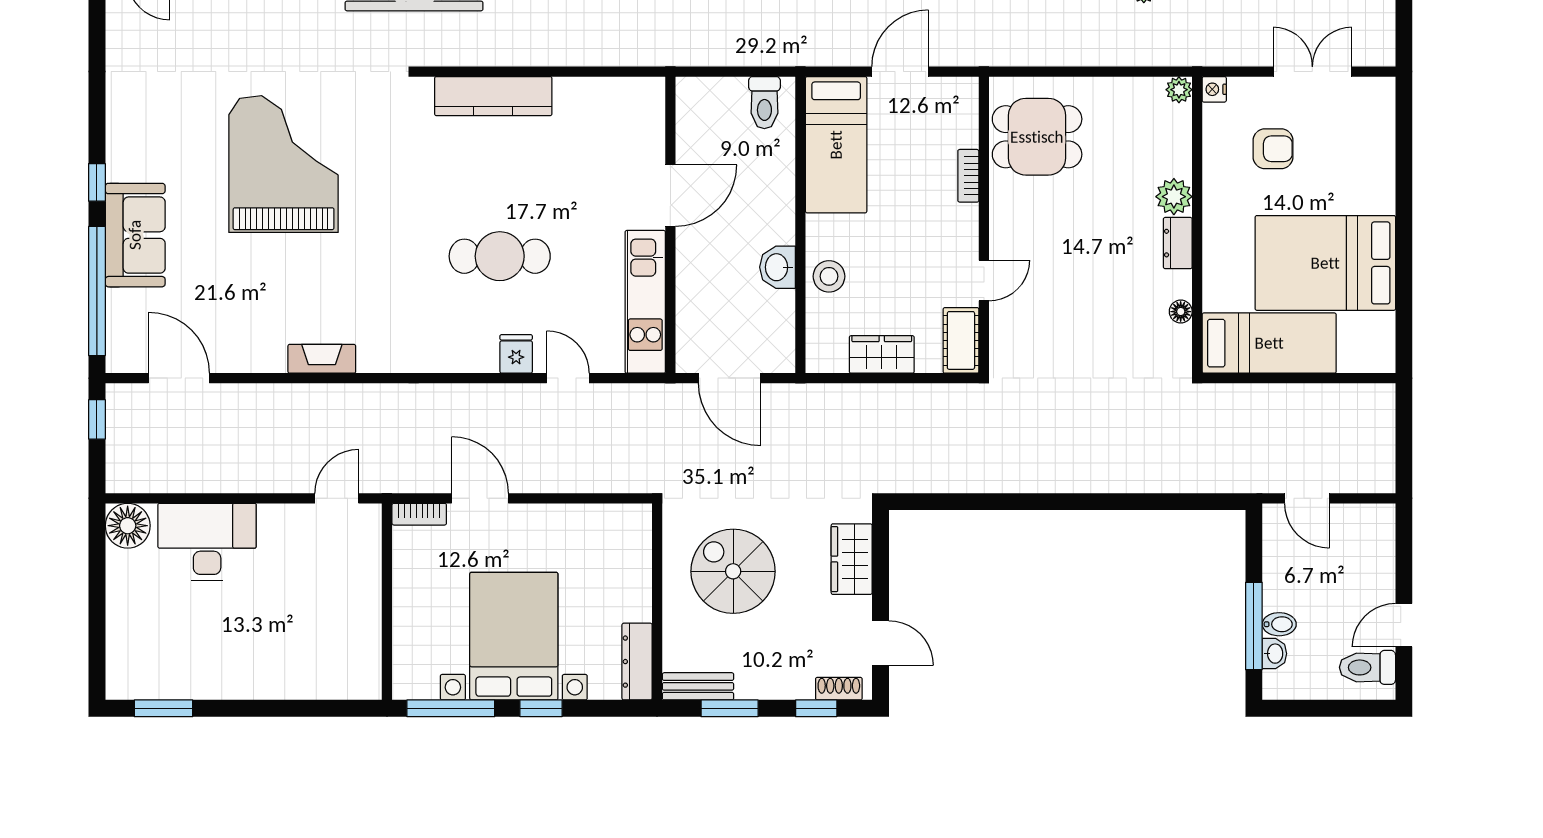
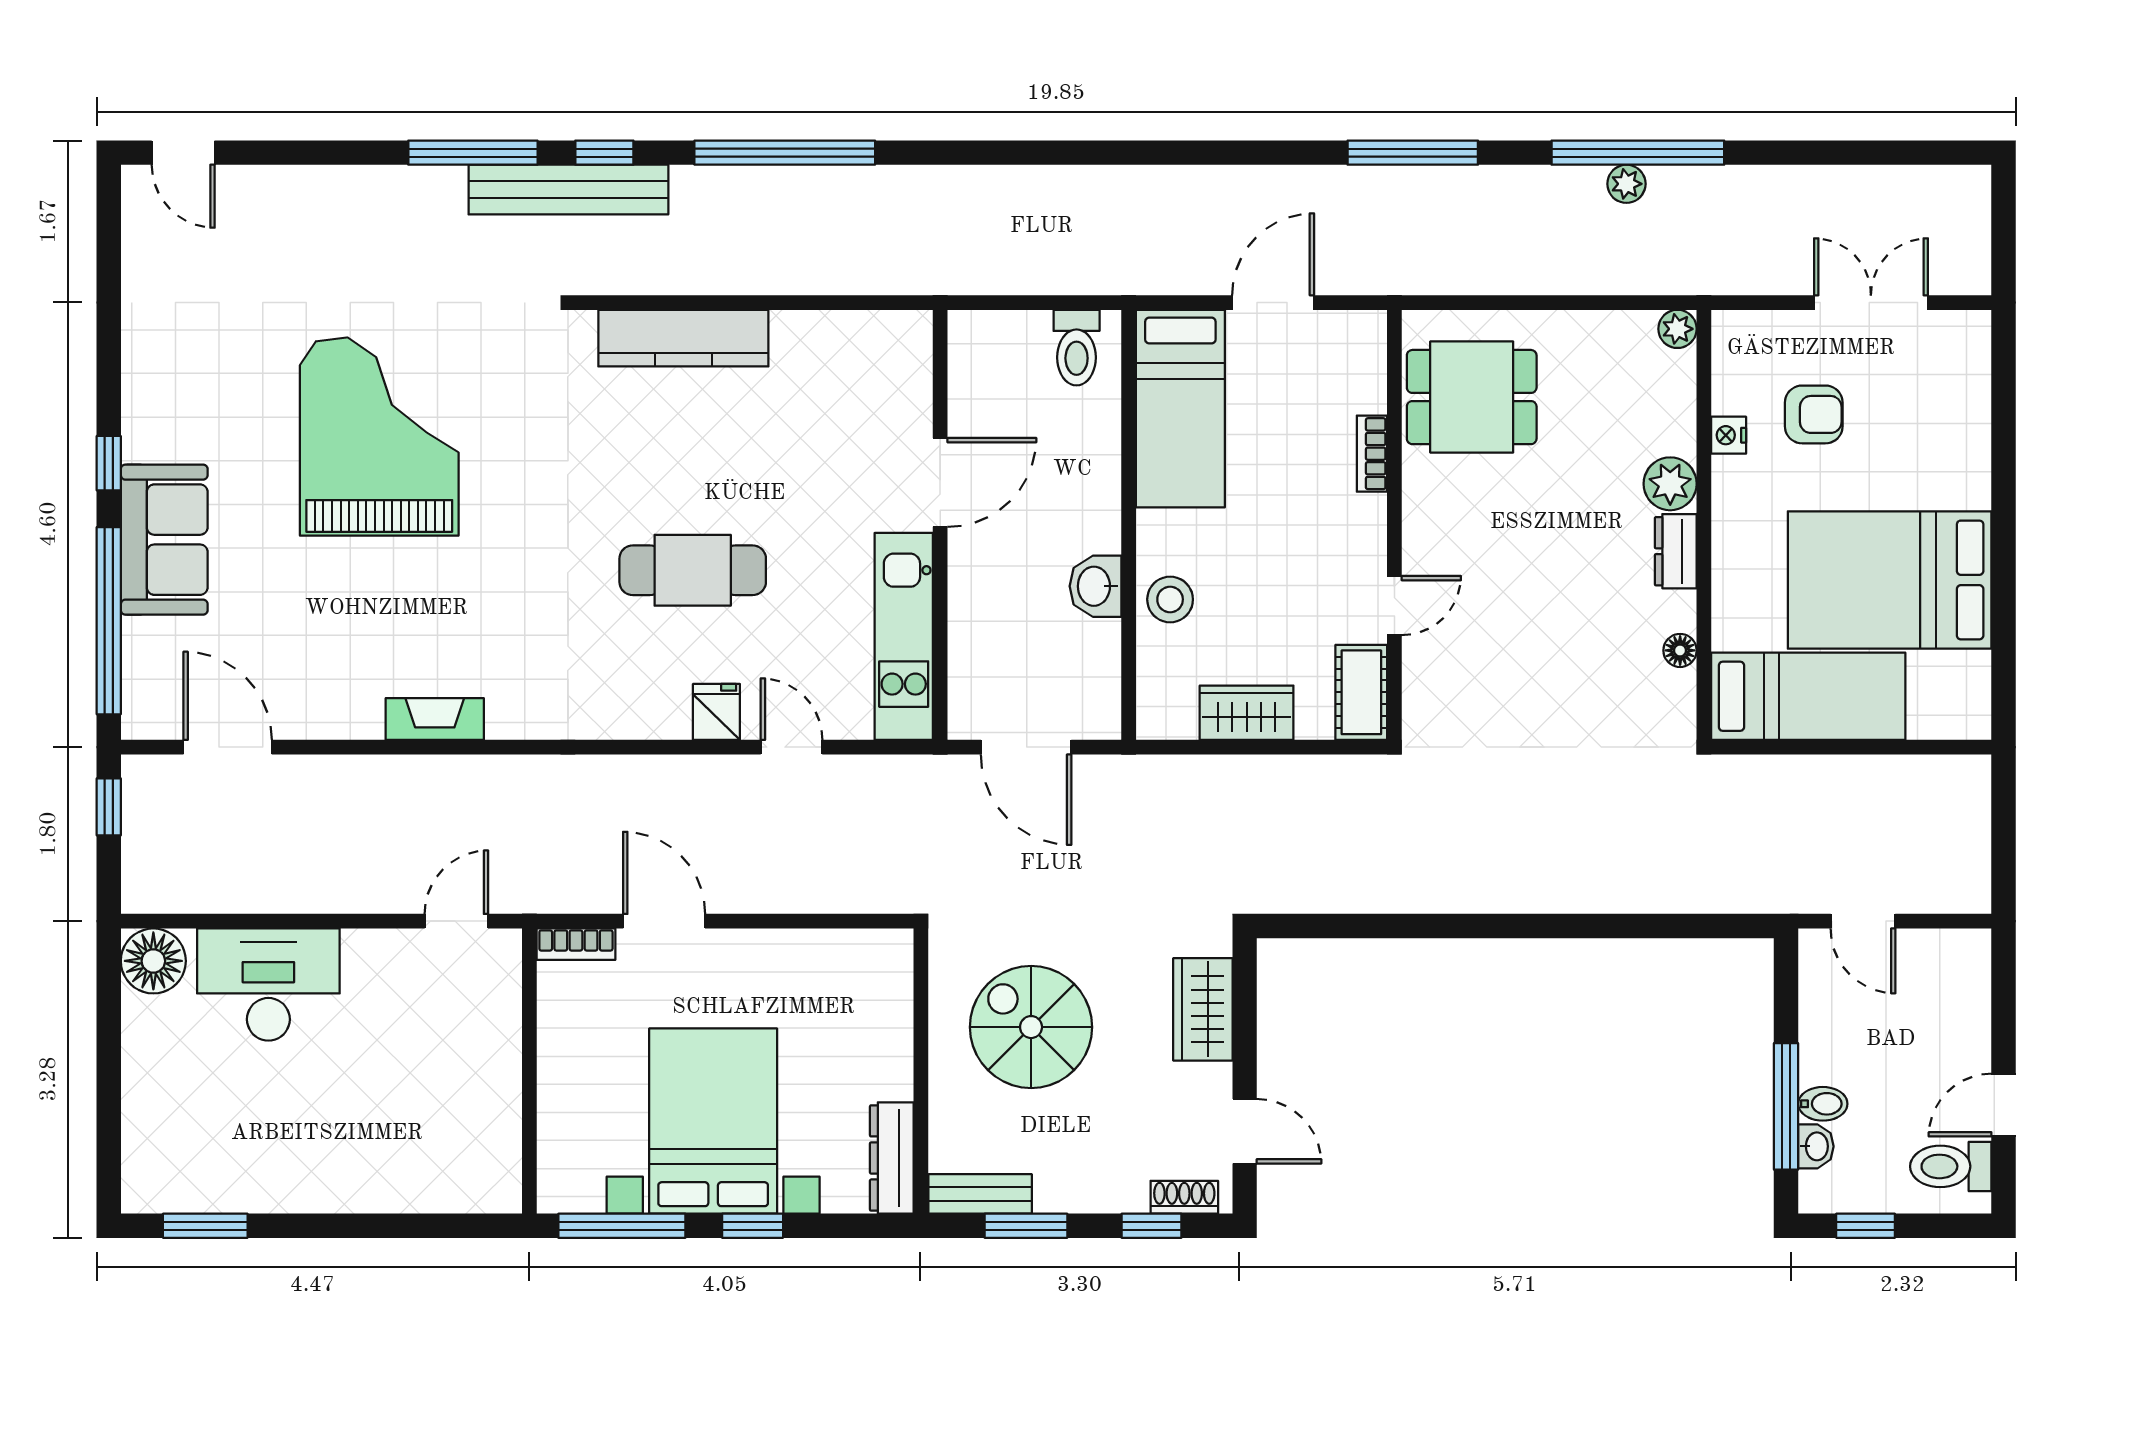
nightstand: (1214, 89) -> (1729, 435), moved
window: (1309, 708) -> (1866, 1226), added

